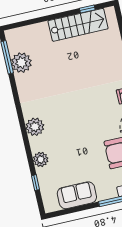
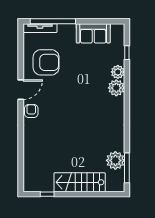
stairs: (78, 25) -> (80, 182), moved
plant: (35, 127) -> (116, 88), moved

